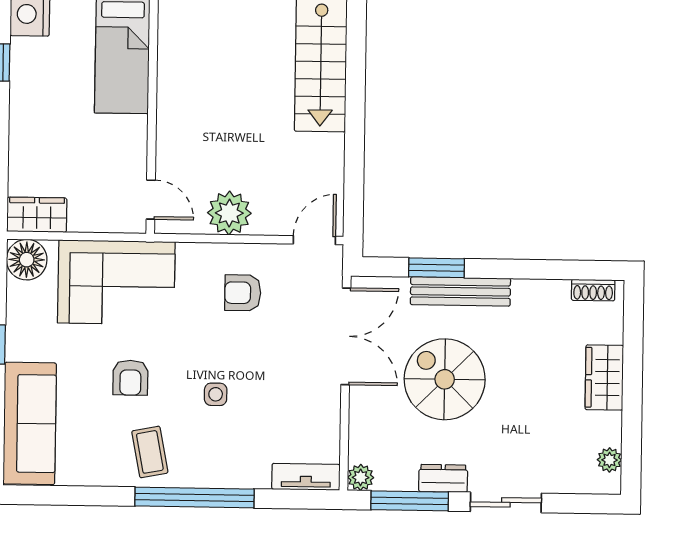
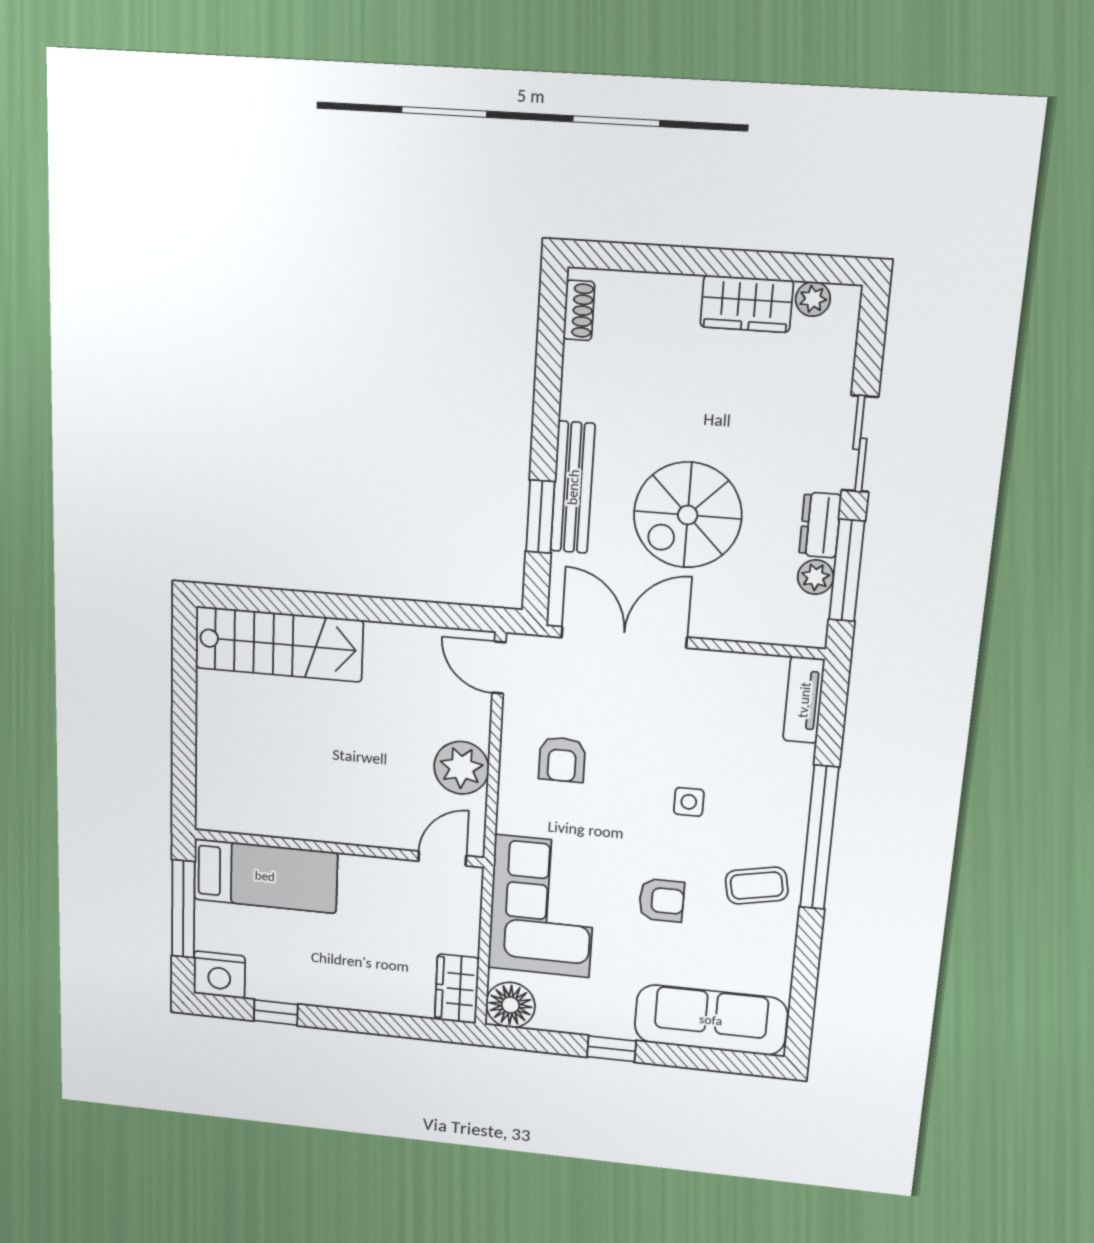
wardrobe: (604, 377) -> (747, 304), moved
plant: (361, 477) -> (816, 577), moved

